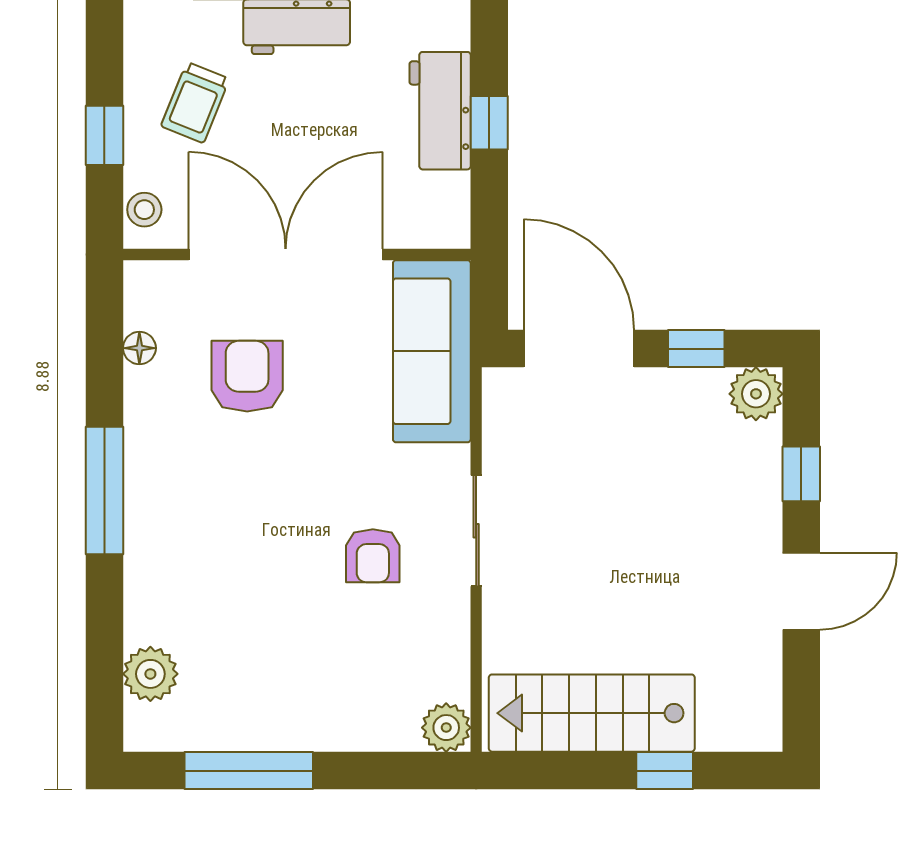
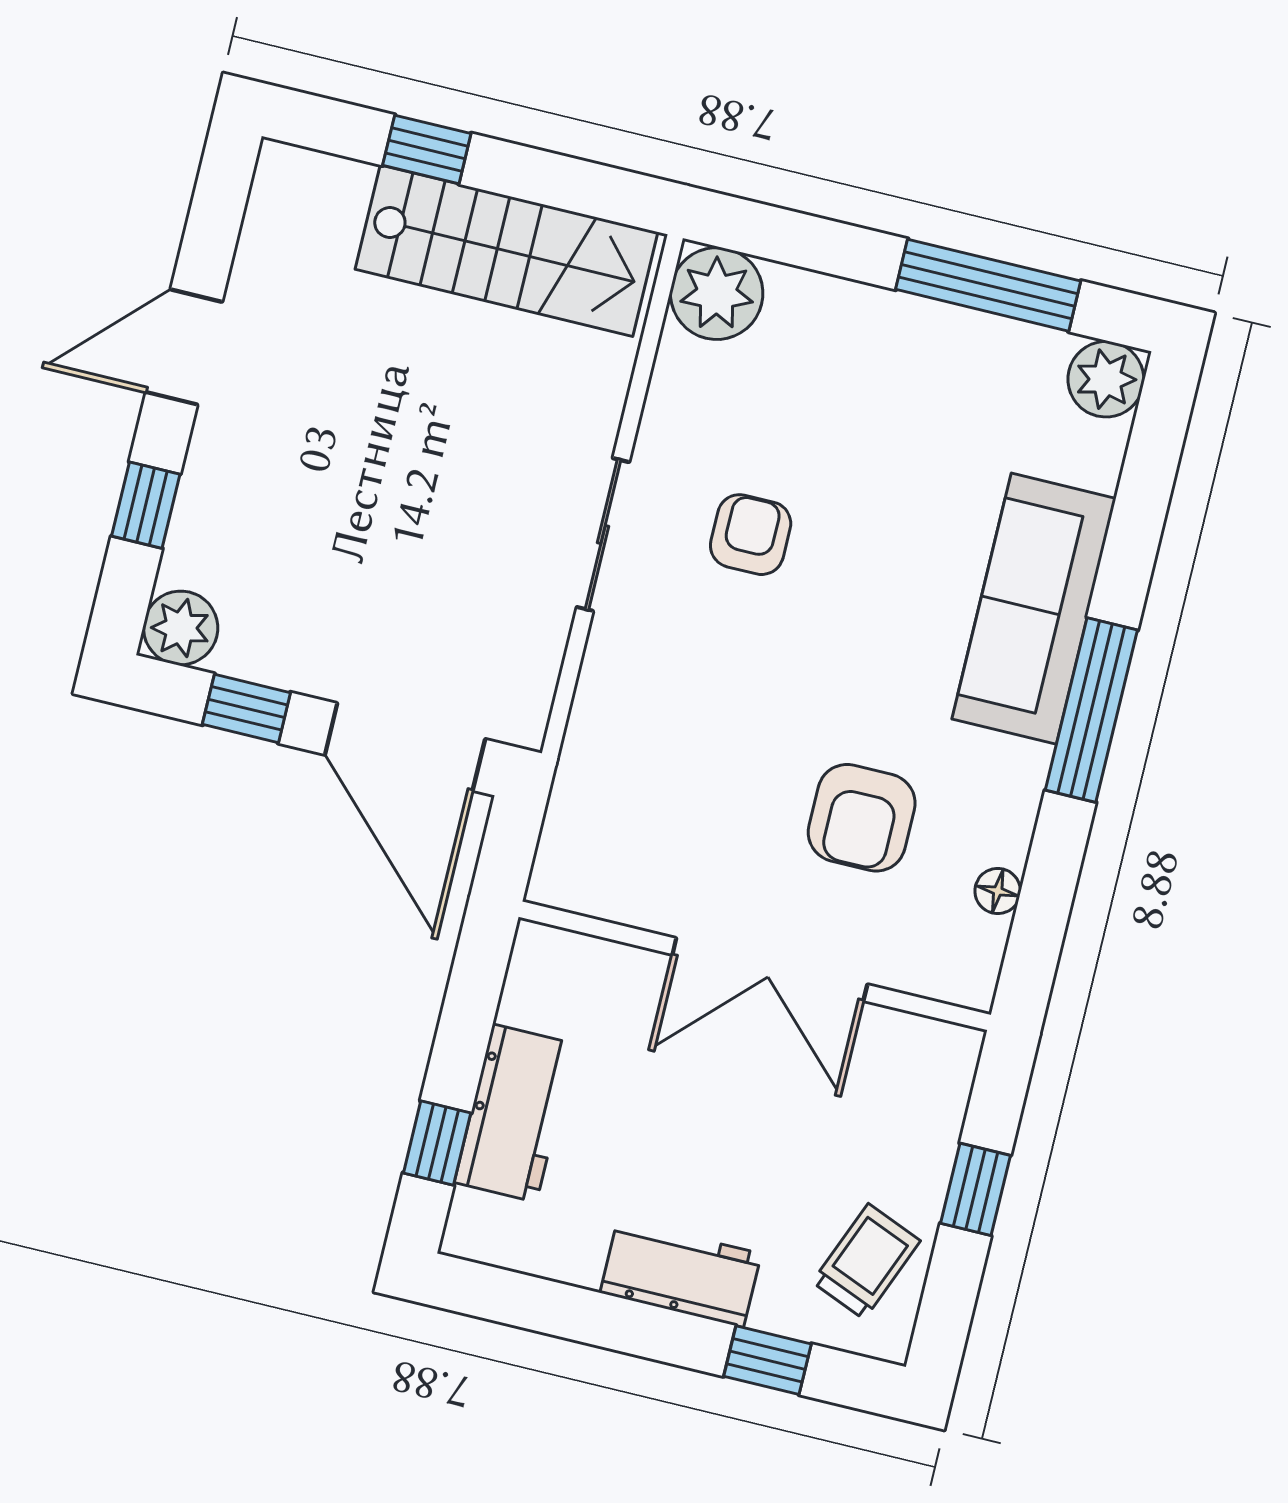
trolley: (195, 102) -> (866, 1261), moved
window: (489, 123) -> (437, 1143), moved
stool: (144, 210) -> (946, 1076), removed
double door: (286, 254) -> (770, 969), width x0.73
sofa: (432, 351) -> (1034, 609), moved, turned 180
plant: (150, 674) -> (1106, 379), moved
plant: (446, 728) -> (717, 294), width x1.36, depth x1.36

